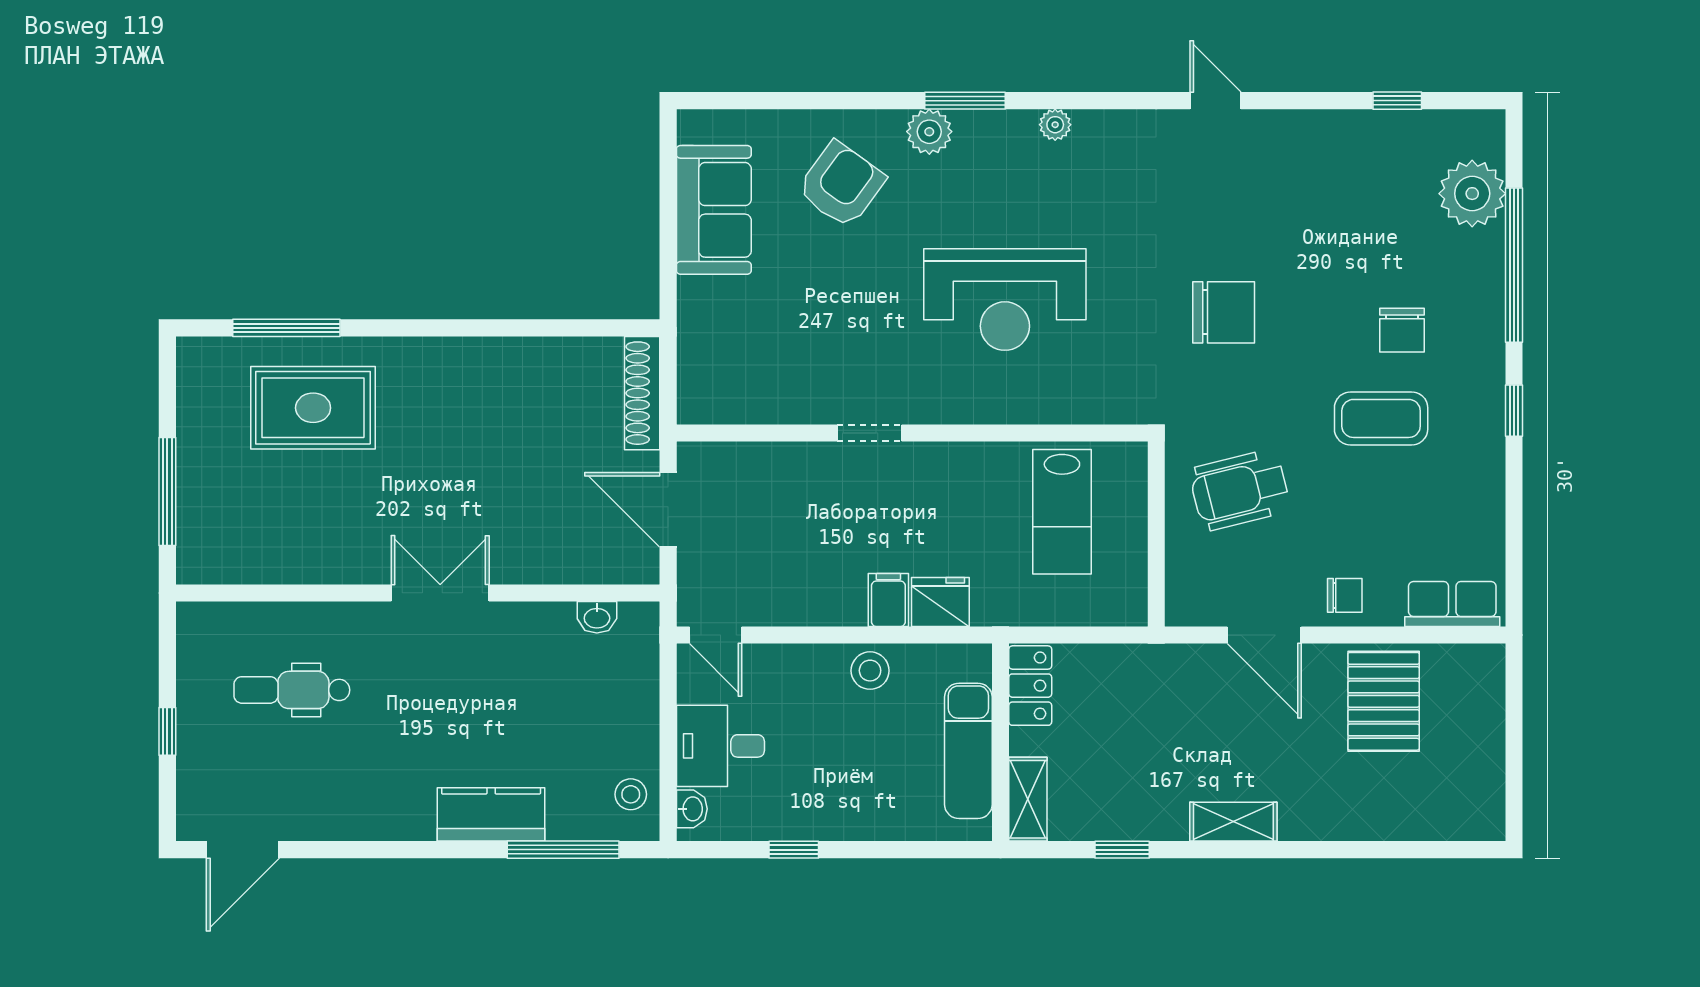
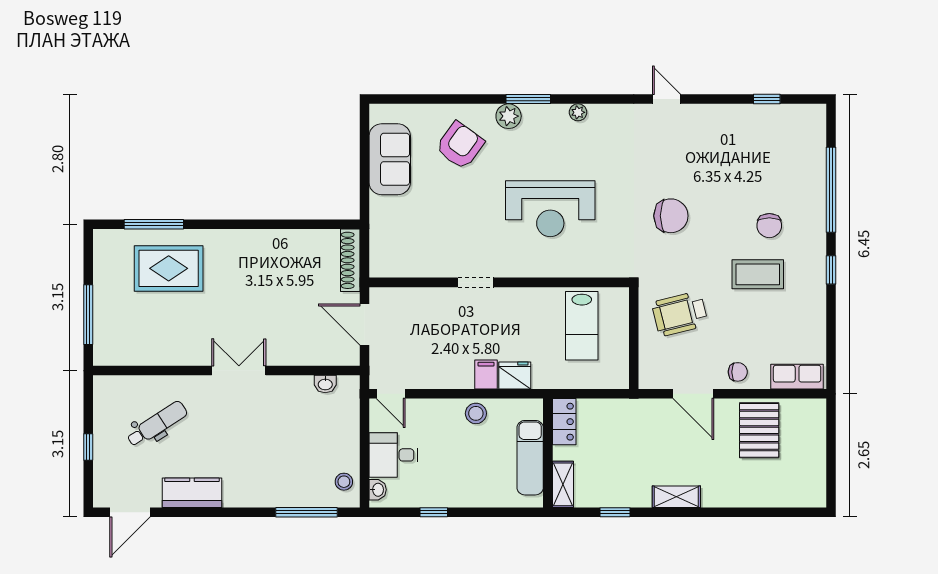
plant: (1472, 194) -> (808, 150), removed
dental chair: (292, 690) -> (157, 424), turned 147
kitchen counter: (491, 814) -> (192, 493), moved

